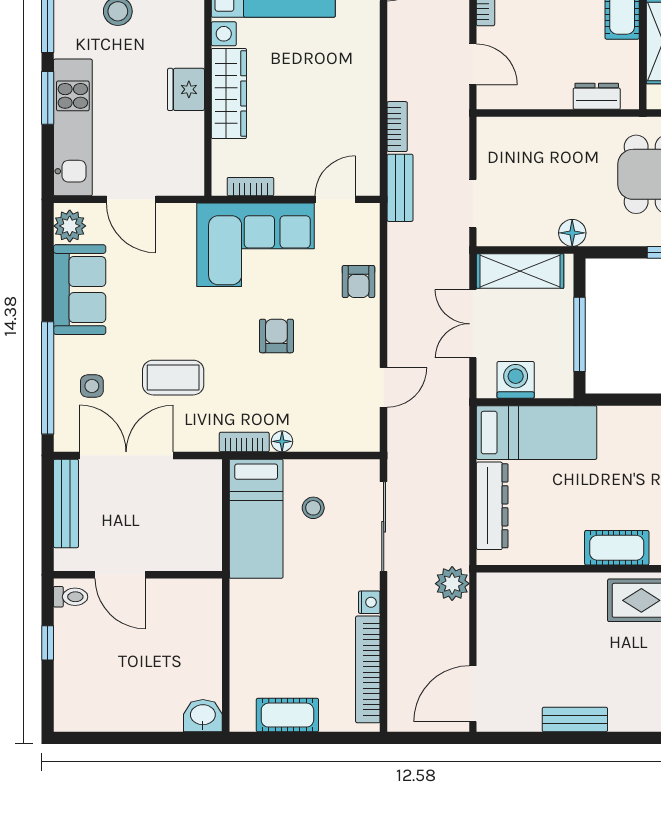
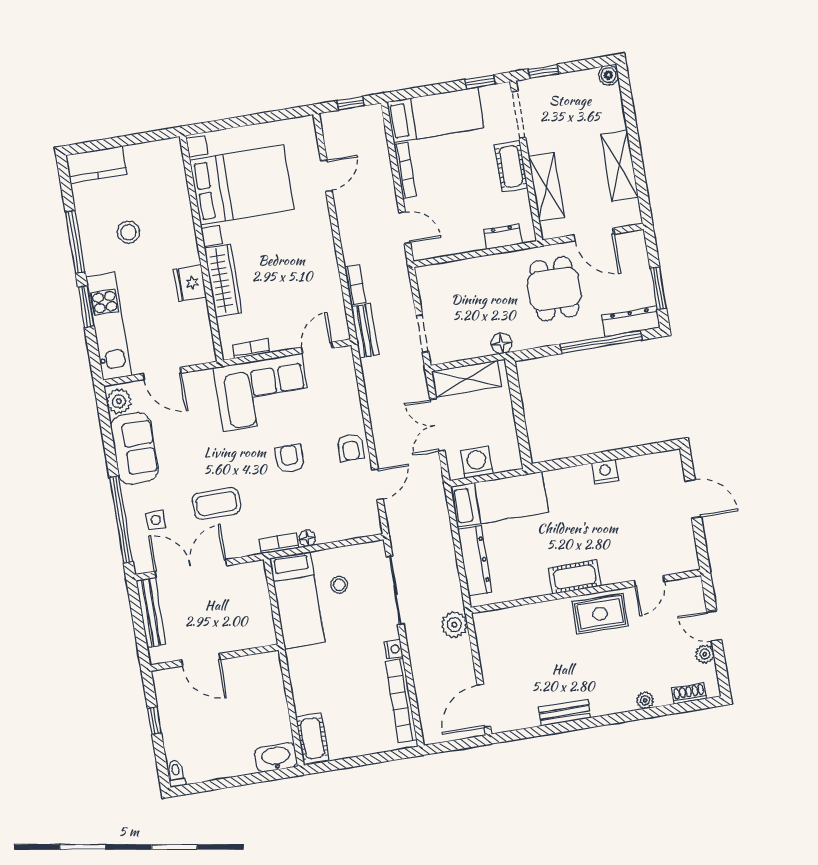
armchair: (358, 282) -> (350, 447), moved
window: (580, 334) -> (520, 419), removed
toilet: (71, 597) -> (176, 773), moved, turned -90
cot: (287, 715) -> (312, 738), moved, turned 90
washbasin: (203, 716) -> (276, 757), width x1.38

